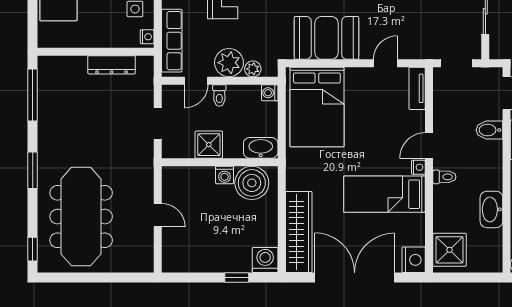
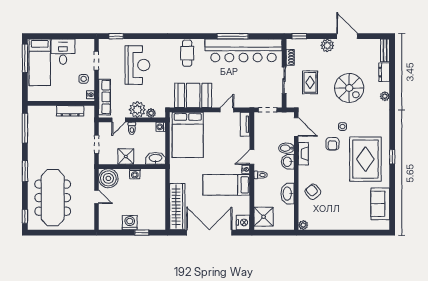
washbasin: (492, 154) -> (288, 162), added
boiler: (252, 183) -> (108, 178), moved
washing machine: (265, 260) -> (130, 223), moved

